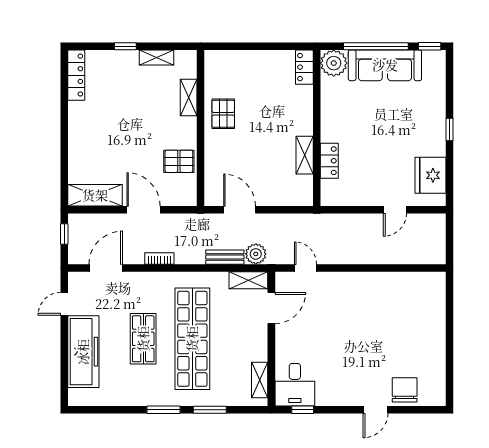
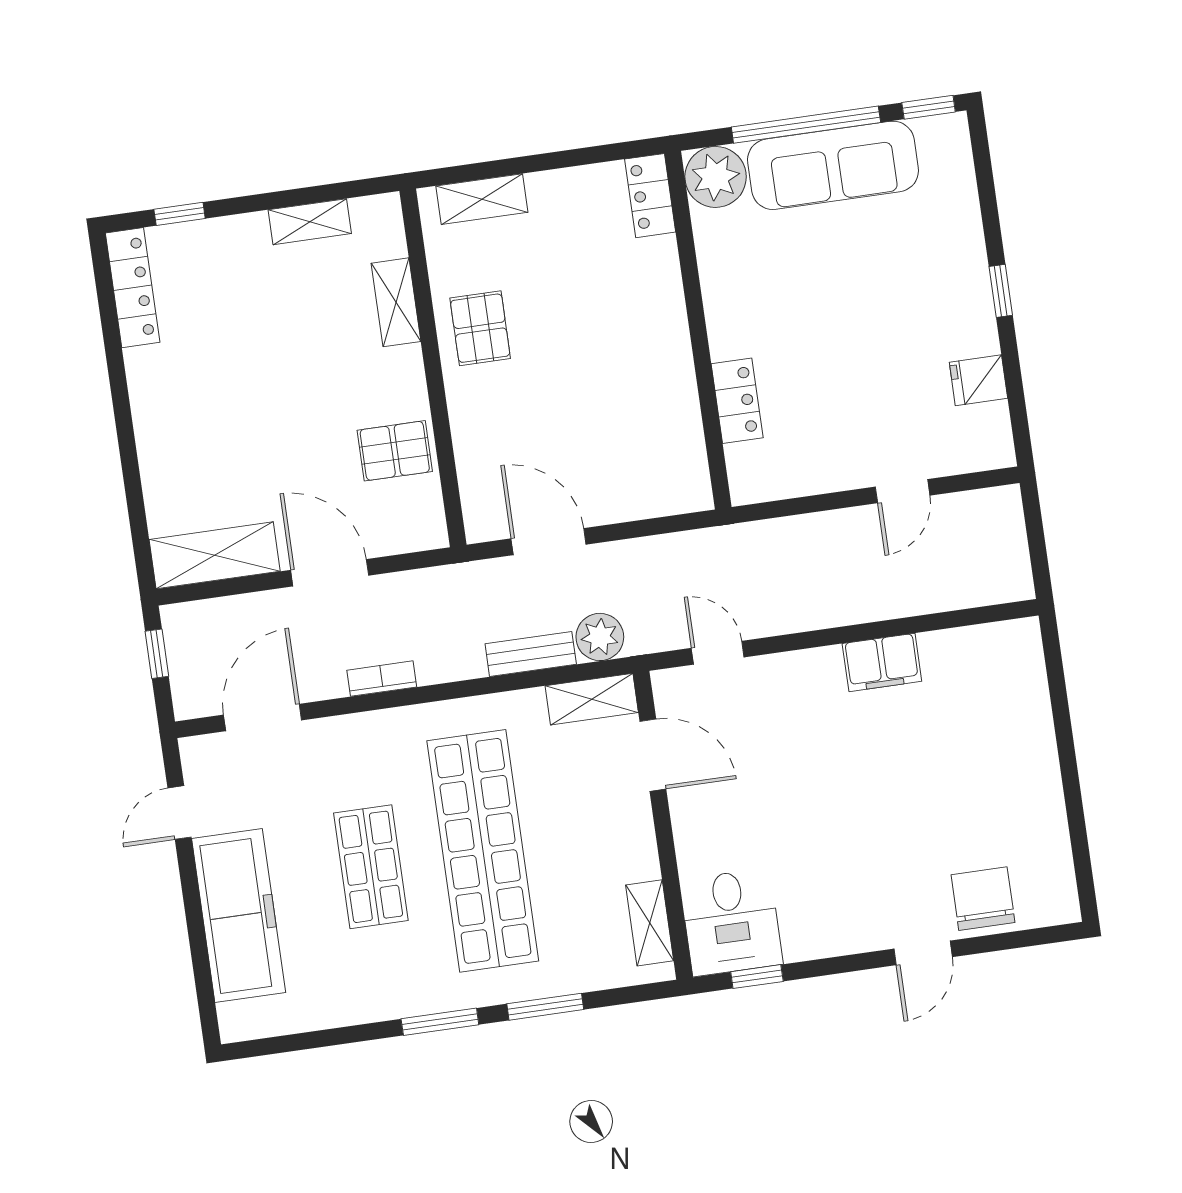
window: (125, 46) -> (180, 214), moved
shelving: (305, 155) -> (482, 199), moved, turned 90
fridge: (431, 175) -> (978, 380), width x0.53, depth x0.75
filing cabinet: (376, 282) -> (882, 662), added
door: (271, 308) -> (653, 755), hinge flipped

